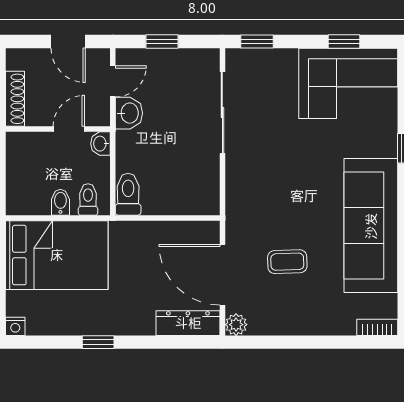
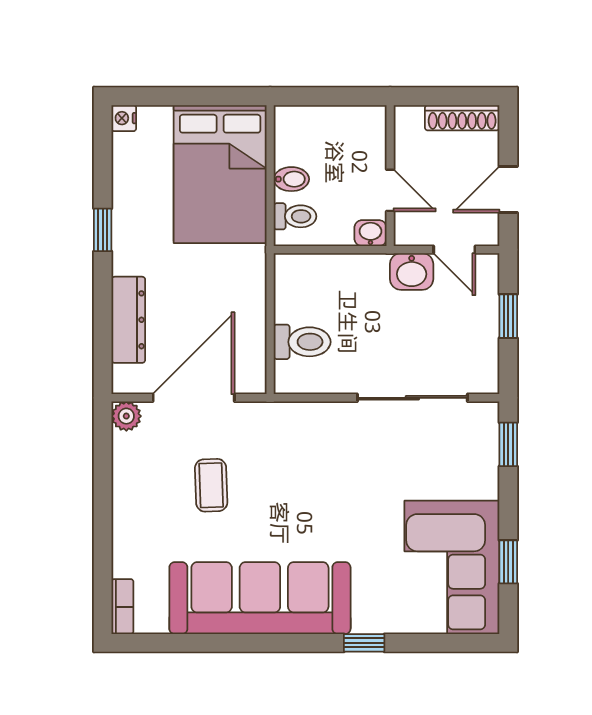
shoe rack: (15, 99) -> (462, 118), moved
toilet: (128, 194) -> (302, 342), moved
dresser: (188, 323) -> (128, 320), moved

